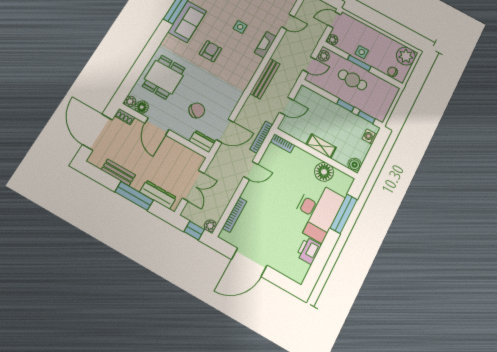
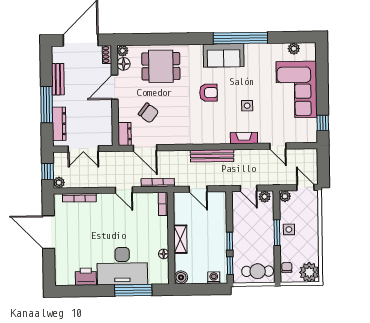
cafe table: (352, 80) -> (258, 271), moved, turned 90
floor lamp: (324, 172) -> (164, 254), width x0.53, depth x0.53

